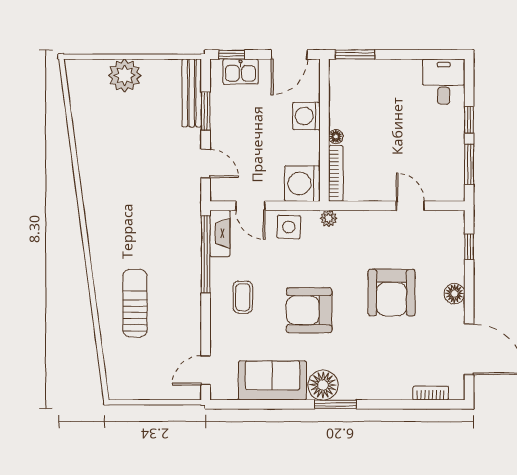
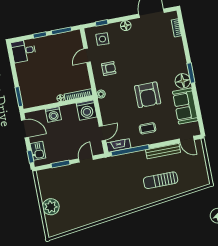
bench: (192, 93) -> (163, 151), moved
side table: (289, 227) -> (102, 39), moved
armchair: (392, 293) -> (109, 69), moved, width x0.53, depth x0.53

